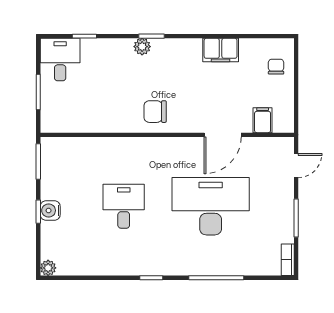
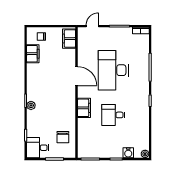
filing cabinet: (221, 50) -> (33, 54), moved
chair: (155, 112) -> (63, 137), moved
filing cabinet: (263, 120) -> (69, 39), width x2.00
door: (223, 135) -> (76, 76), moved
filing cabinet: (137, 149) -> (84, 108), added
door: (296, 166) -> (92, 26), hinge flipped
water cooler: (50, 210) -> (128, 153), moved

